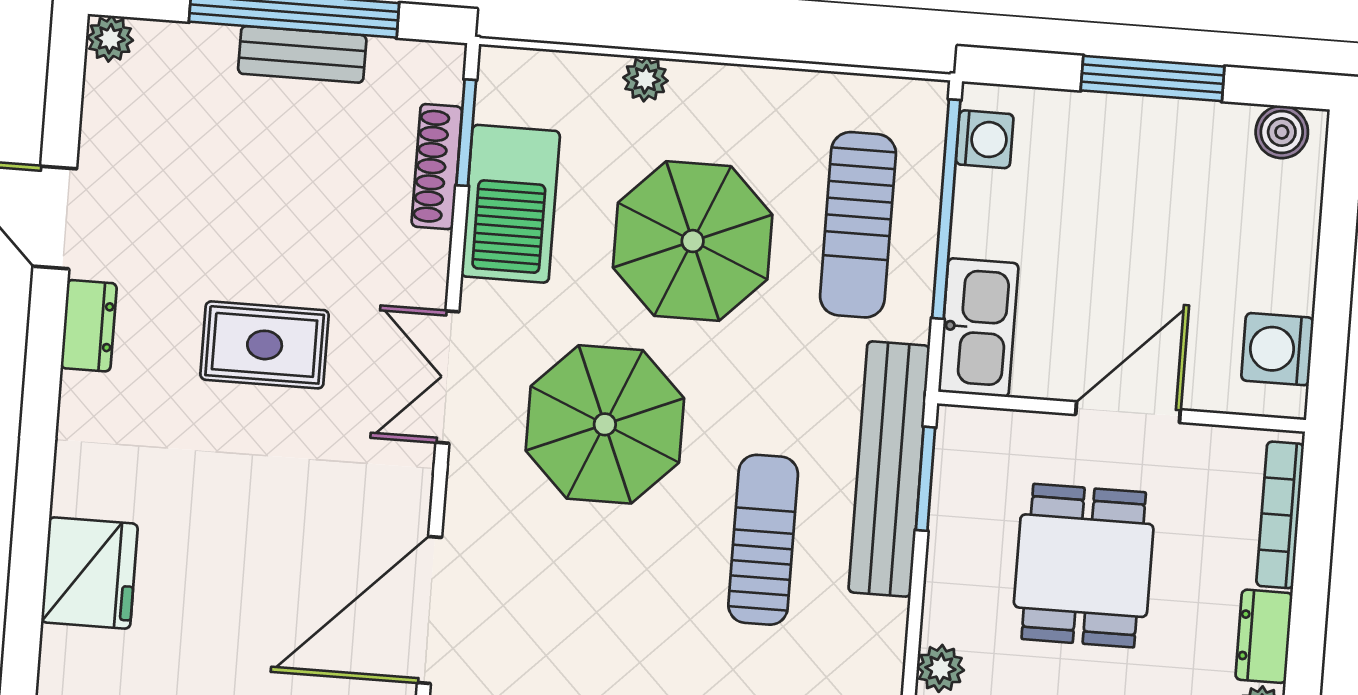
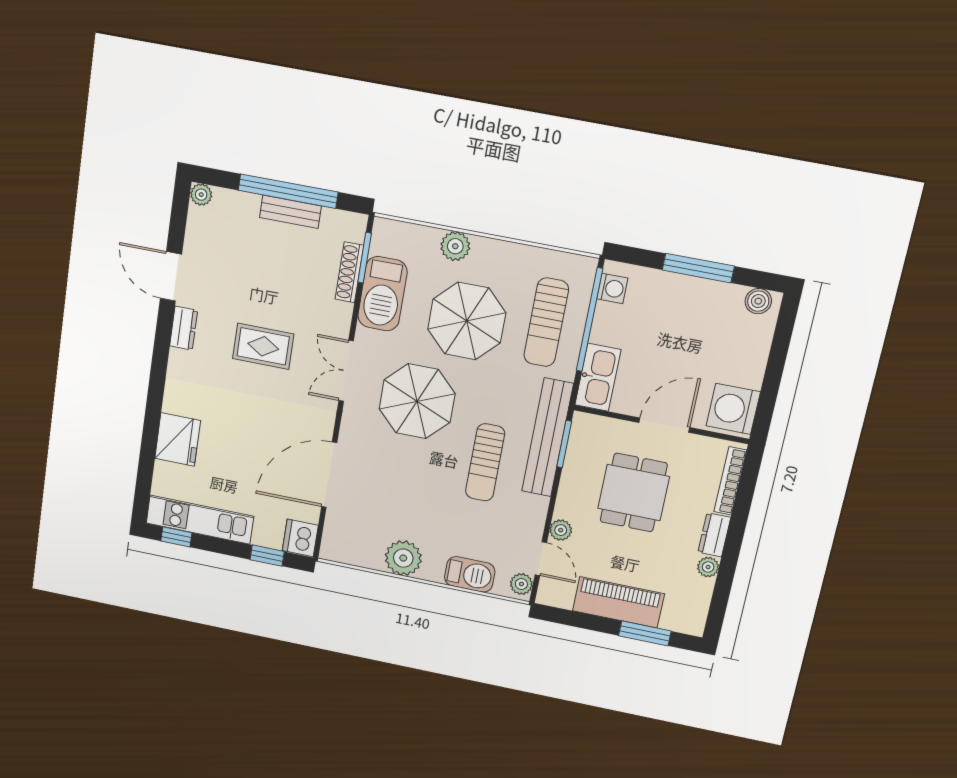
plant: (645, 79) -> (455, 246), width x1.38, depth x1.38
washing machine: (1277, 349) -> (733, 409), width x1.37, depth x1.37
sun lounger: (763, 540) -> (485, 462), turned 180

